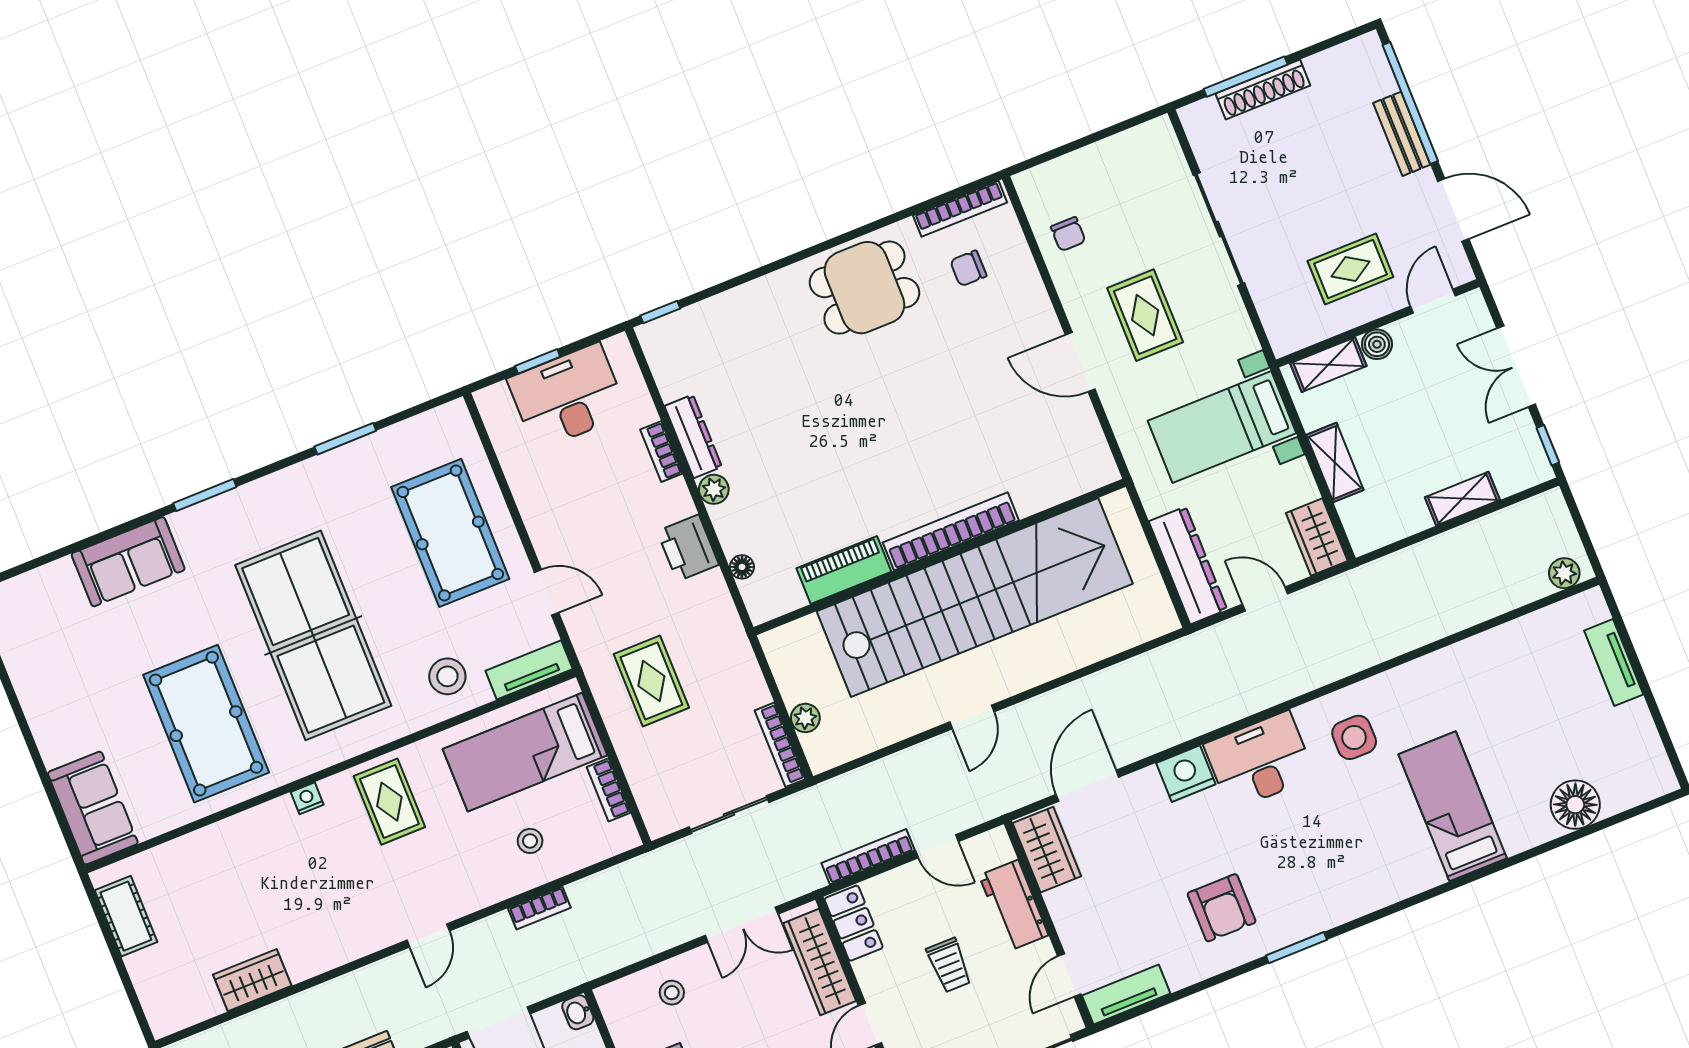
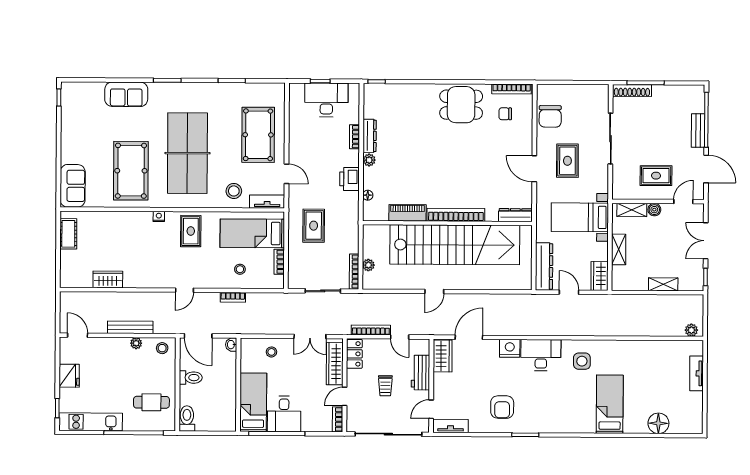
shoe rack: (1263, 90) -> (632, 91), moved
chair: (1068, 234) -> (550, 116), width x1.87, depth x1.87
dresser: (1080, 479) -> (515, 215), added

